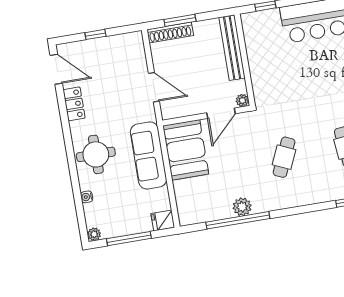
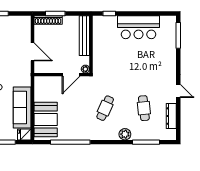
booth: (186, 150) -> (46, 119), moved
sofa: (148, 155) -> (22, 108), moved
plant: (242, 207) -> (125, 134), moved

